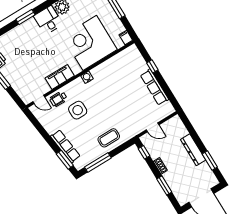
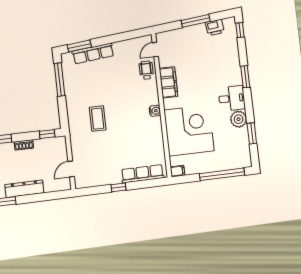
window: (152, 66) -> (119, 187), moved
row of seats: (154, 87) -> (143, 174), moved
side table: (78, 110) -> (125, 85), removed
door: (153, 127) -> (71, 169), moved
coffee table: (109, 138) -> (98, 119), moved

